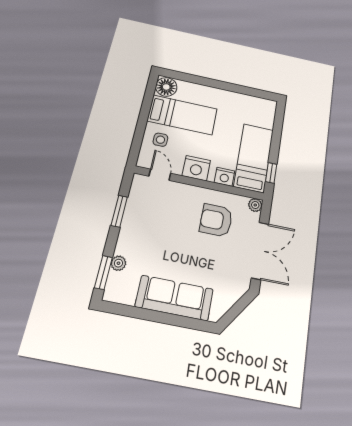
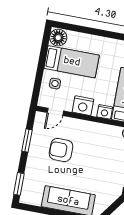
door: (160, 175) -> (55, 112), swing flipped
armchair: (216, 220) -> (61, 150), moved
plant: (118, 263) -> (29, 178), removed

